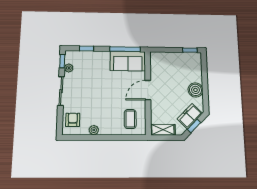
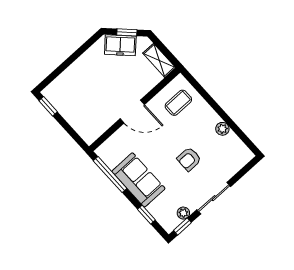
sofa: (128, 61) -> (138, 180), moved
boiler: (195, 90) -> (87, 63), removed
armchair: (73, 120) -> (189, 159), moved

